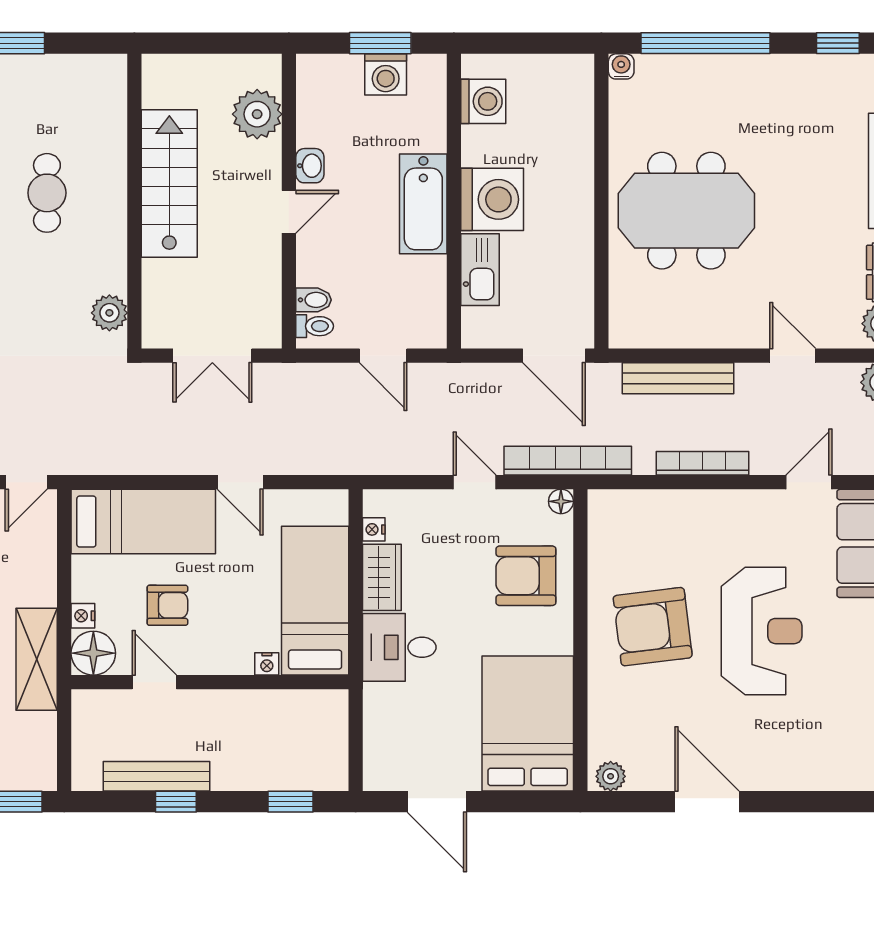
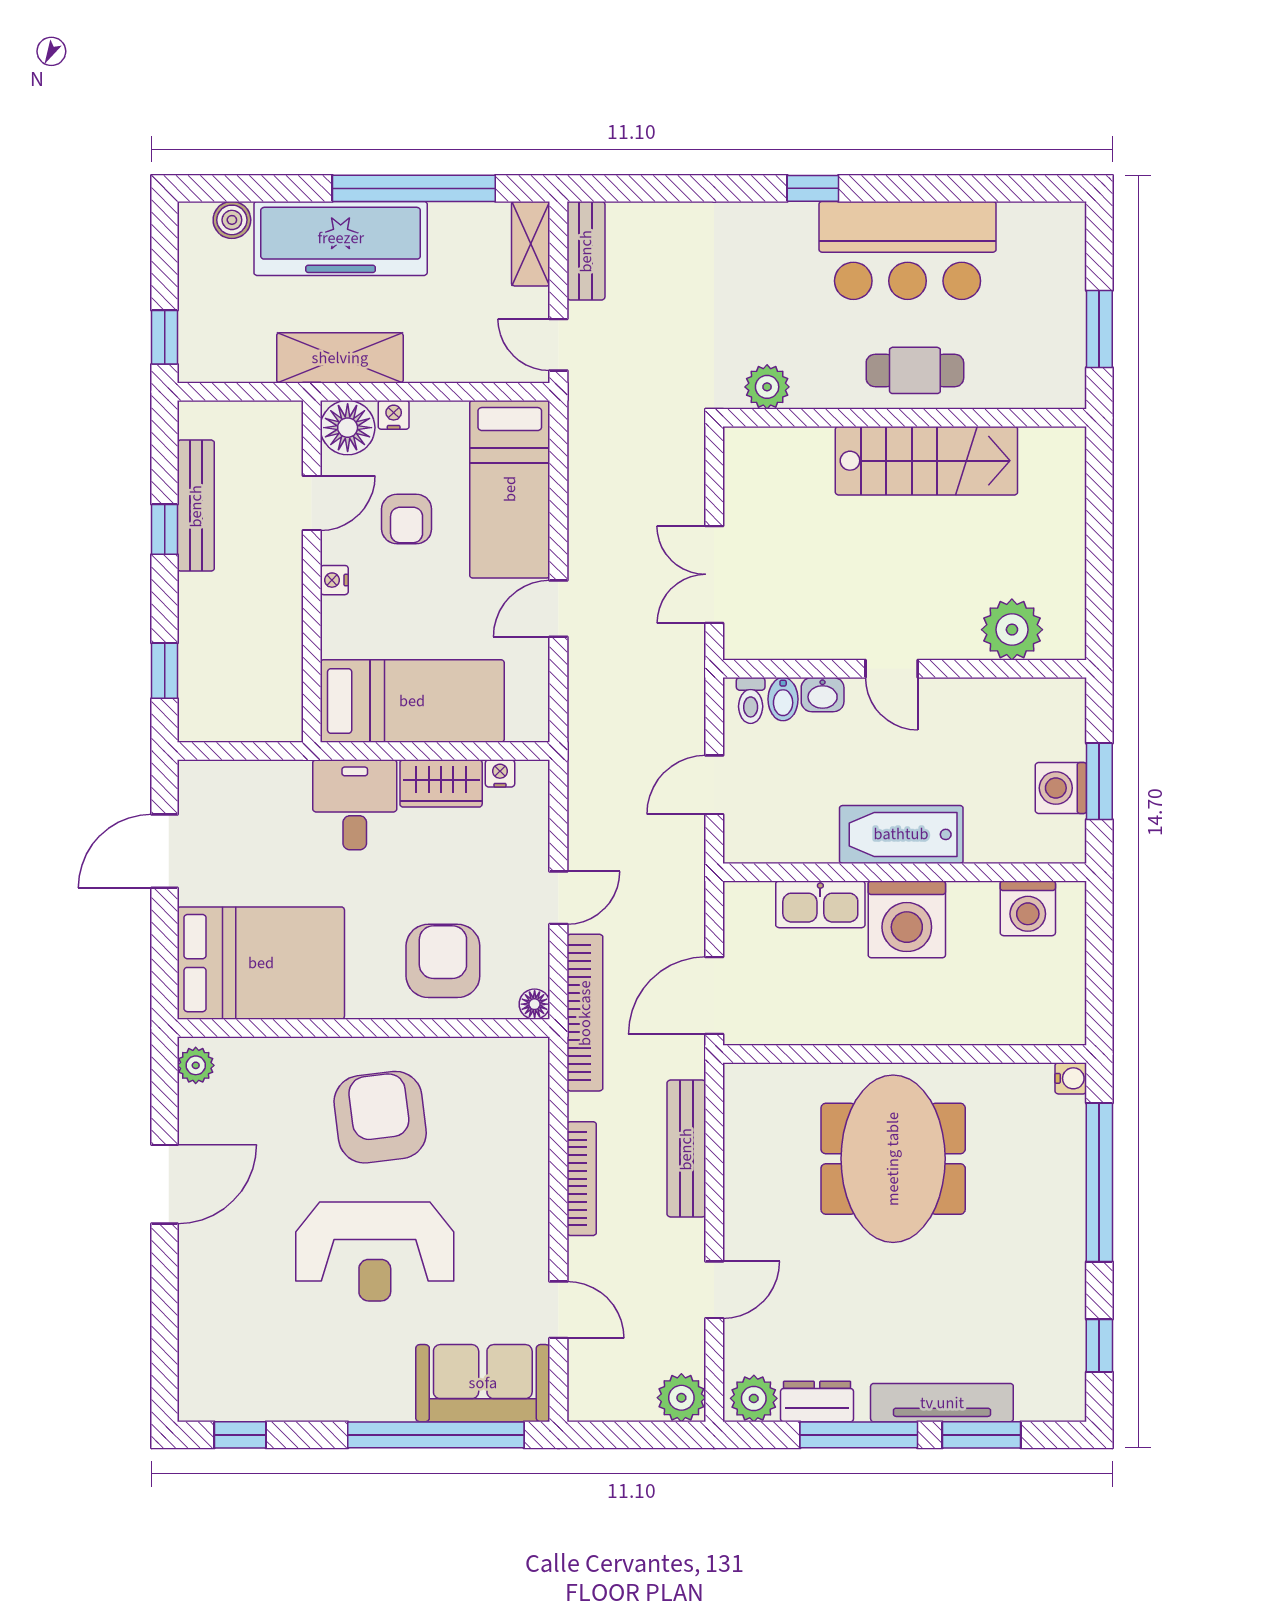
washbasin: (310, 166) -> (823, 695), moved
stairs: (169, 184) -> (926, 461), moved
wall: (134, 201) -> (905, 418), moved
plant: (109, 313) -> (767, 387), moved
nightstand: (267, 664) -> (334, 580), moved

